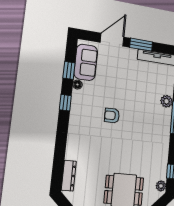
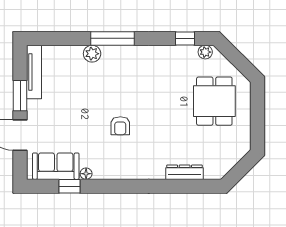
window: (65, 103) -> (111, 186), removed
dresser: (69, 176) -> (185, 172), moved

